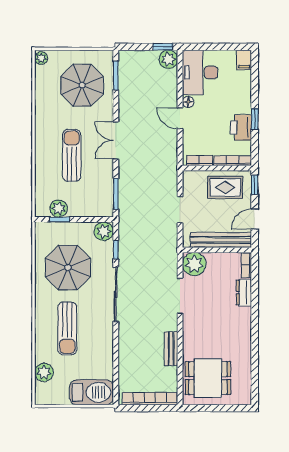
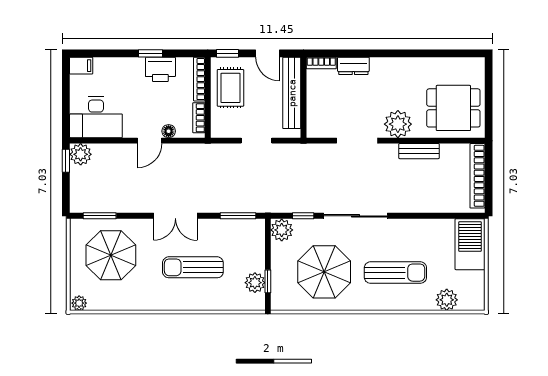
floor lamp: (188, 102) -> (169, 131), moved
plant: (194, 264) -> (398, 124), moved
dining table: (208, 378) -> (453, 108), turned 90

